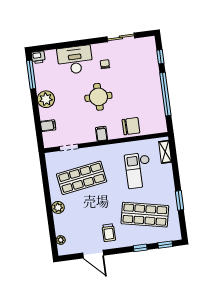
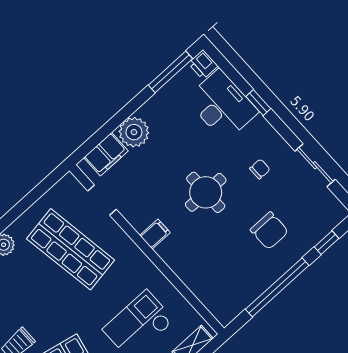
window: (74, 44) -> (258, 103), added
desk: (75, 60) -> (222, 105), moved
plant: (46, 99) -> (134, 132), moved
filing cabinet: (48, 126) -> (106, 154), width x2.00
chair: (131, 126) -> (269, 231), moved

